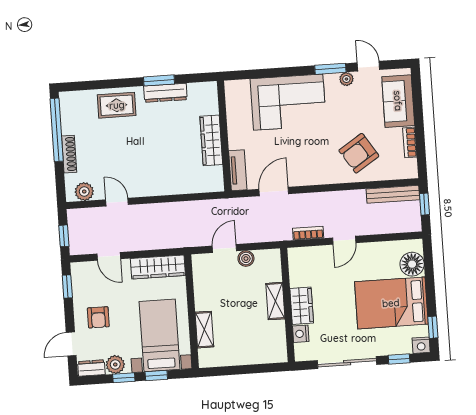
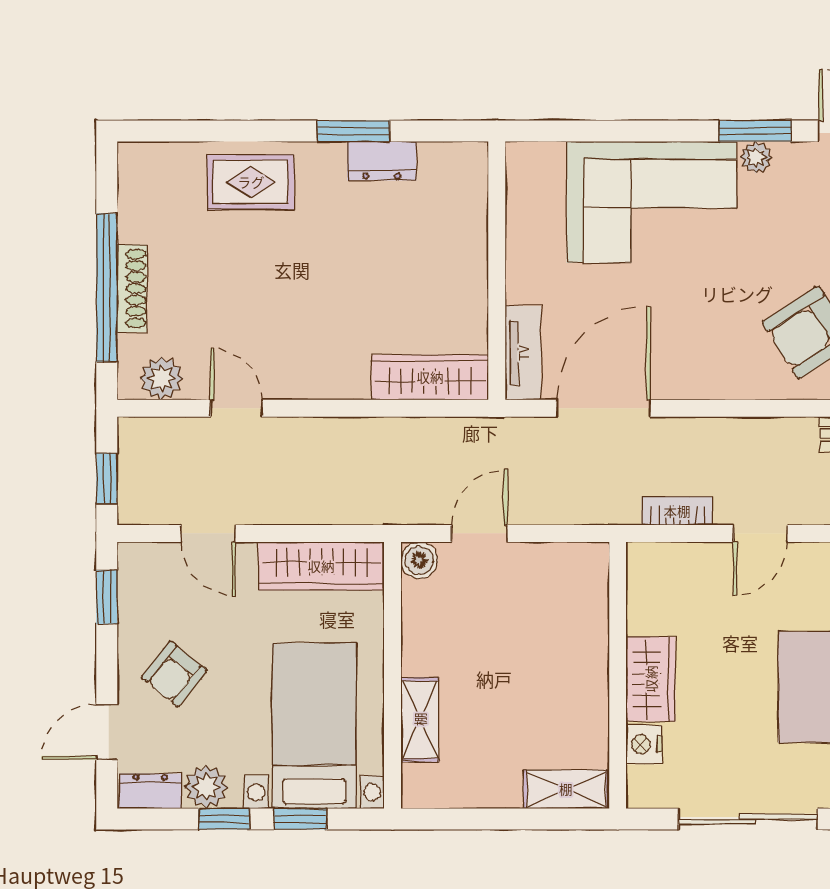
plant: (346, 79) -> (756, 157), moved
dresser: (165, 93) -> (382, 161), width x0.70
window: (57, 130) -> (107, 288), moved
wardrobe: (211, 140) -> (430, 377), moved, turned 90
door: (274, 191) -> (604, 408), width x1.36
boiler: (246, 259) -> (419, 560), moved
shelving: (275, 301) -> (566, 789), moved, turned 90
armchair: (98, 317) -> (174, 674), turned 39

